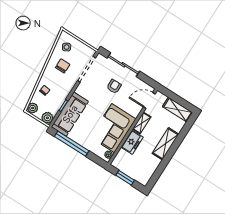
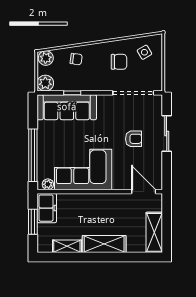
sliding door: (123, 65) -> (167, 134), width x0.73
shelving: (142, 123) -> (67, 246), moved
freezer: (132, 142) -> (47, 208), moved, turned -90
window: (72, 144) -> (33, 155), moved

